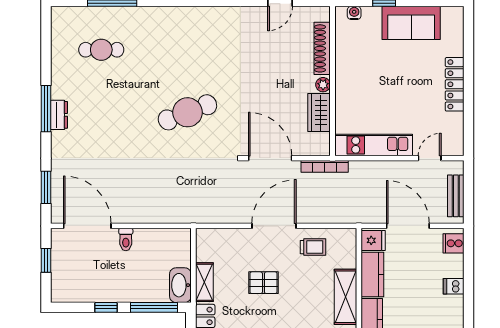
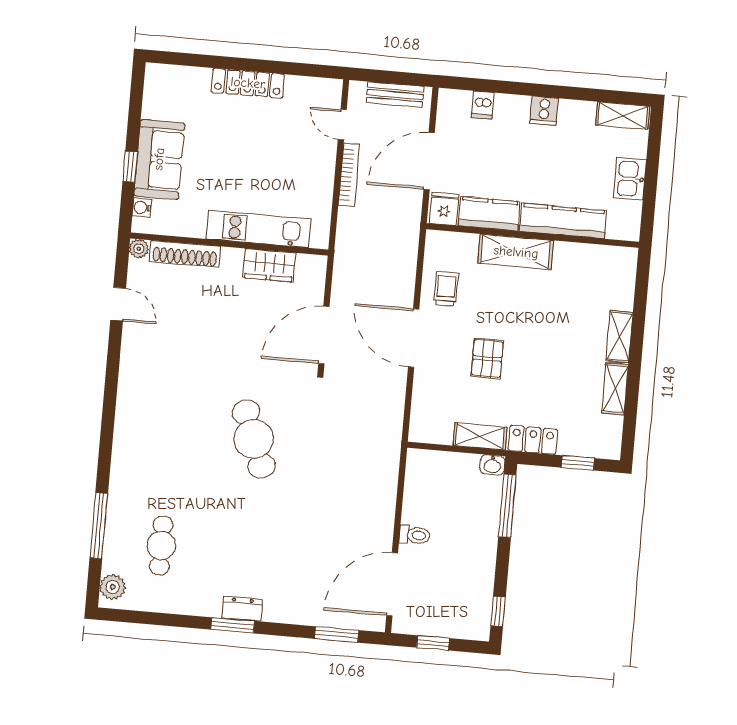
plant: (67, 16) -> (113, 587), added
sofa: (411, 23) -> (159, 159), moved
plant: (323, 85) -> (139, 249), moved
window: (46, 109) -> (233, 625), width x0.69
kitchen unit: (374, 145) -> (258, 229), moved, turned 90
bookcase: (325, 166) -> (349, 175), moved
cooker: (453, 243) -> (544, 111), moved
washbasin: (180, 285) -> (492, 465), width x0.52, depth x0.69
dishwasher: (454, 286) -> (483, 105), moved
window: (106, 307) -> (498, 611), moved

